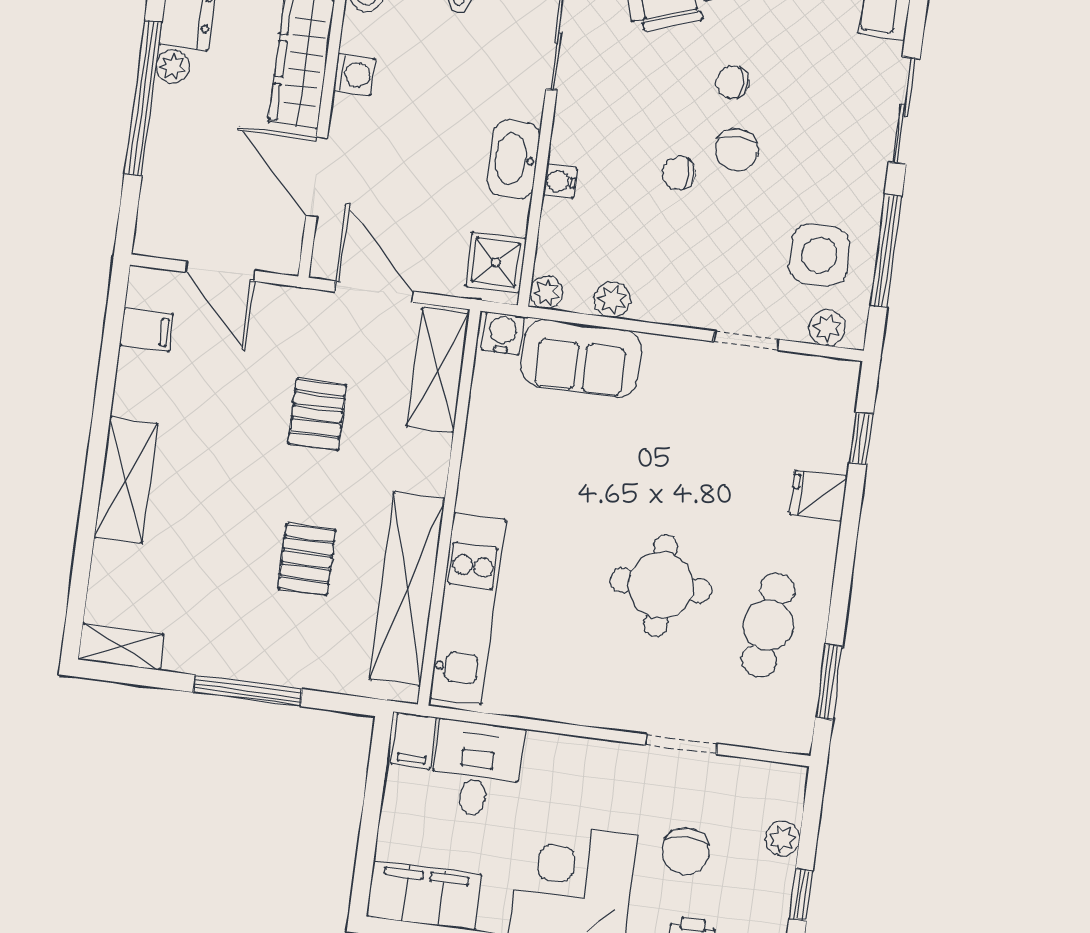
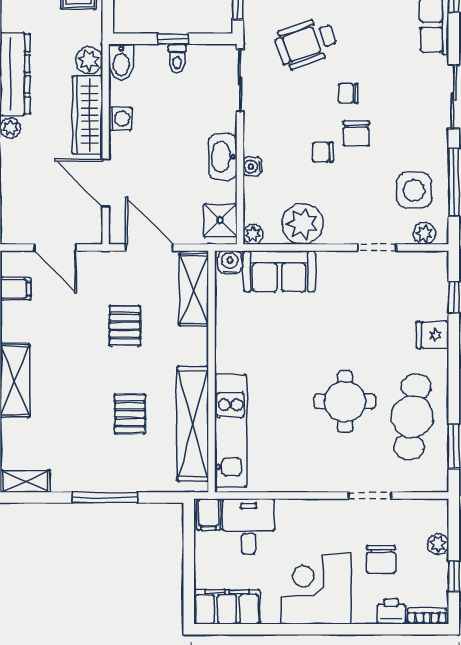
plant: (612, 300) -> (303, 224), width x1.87, depth x1.87
cafe table: (768, 625) -> (413, 417), width x1.37, depth x1.35

